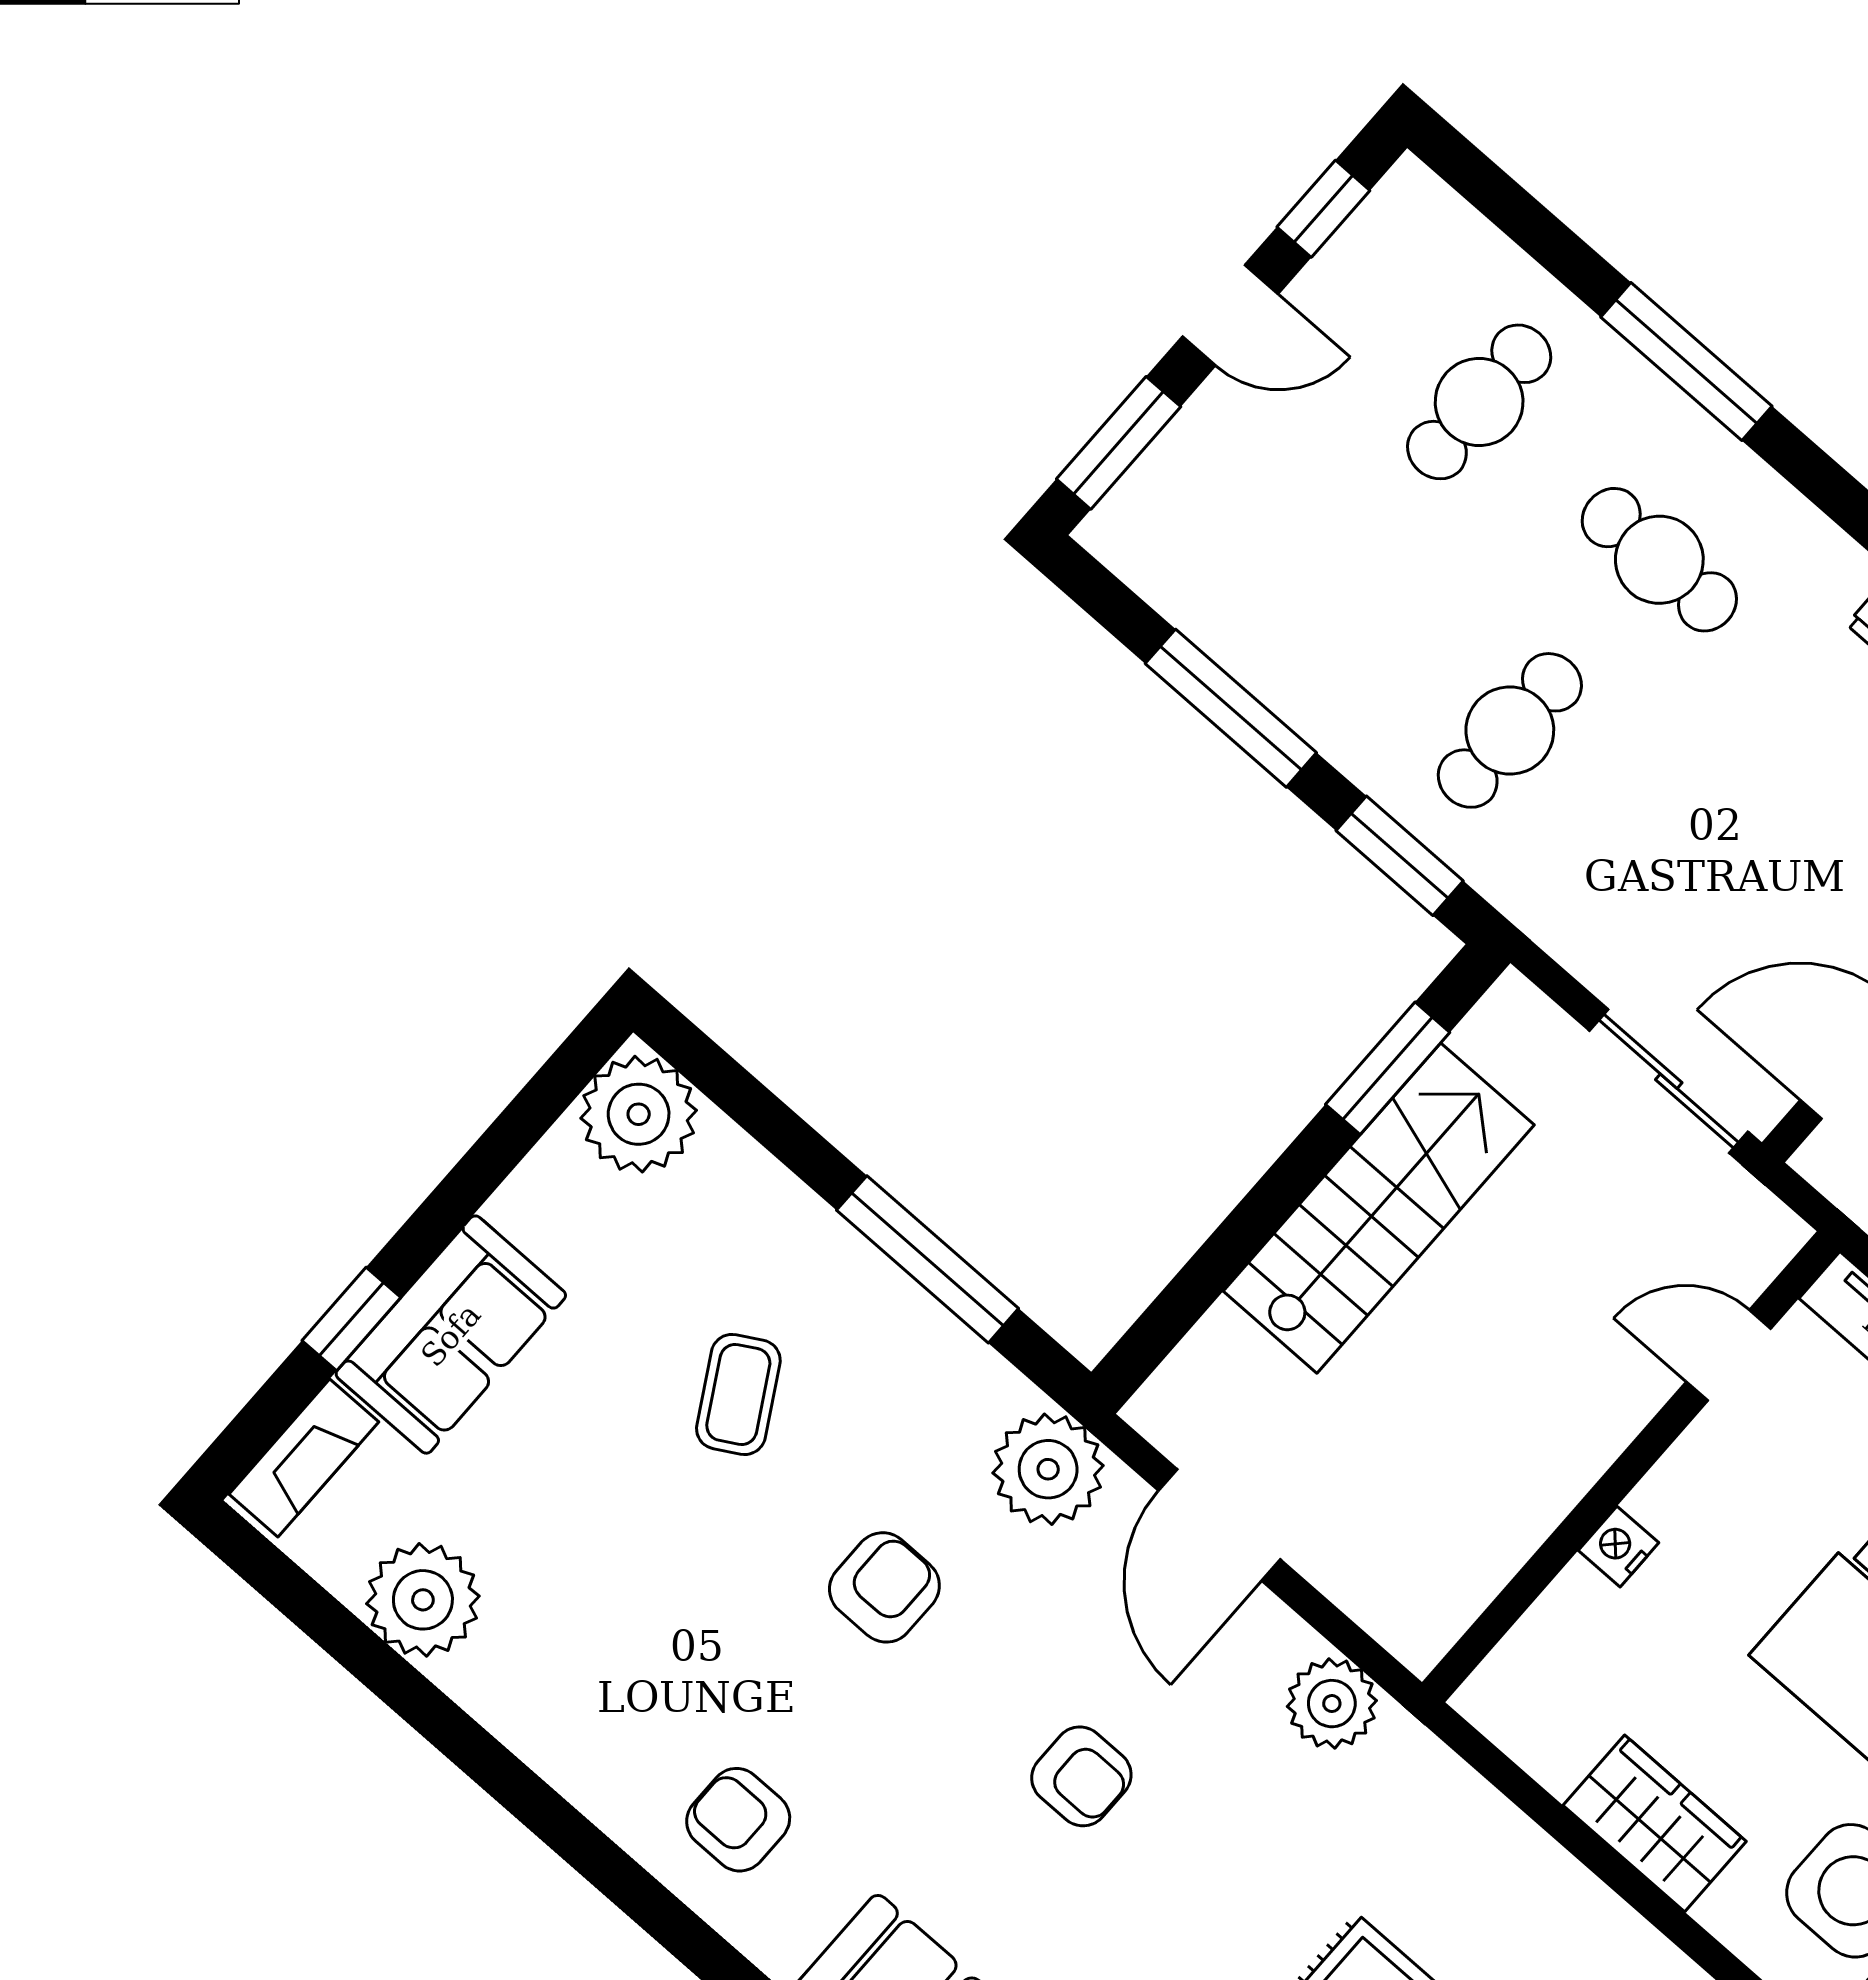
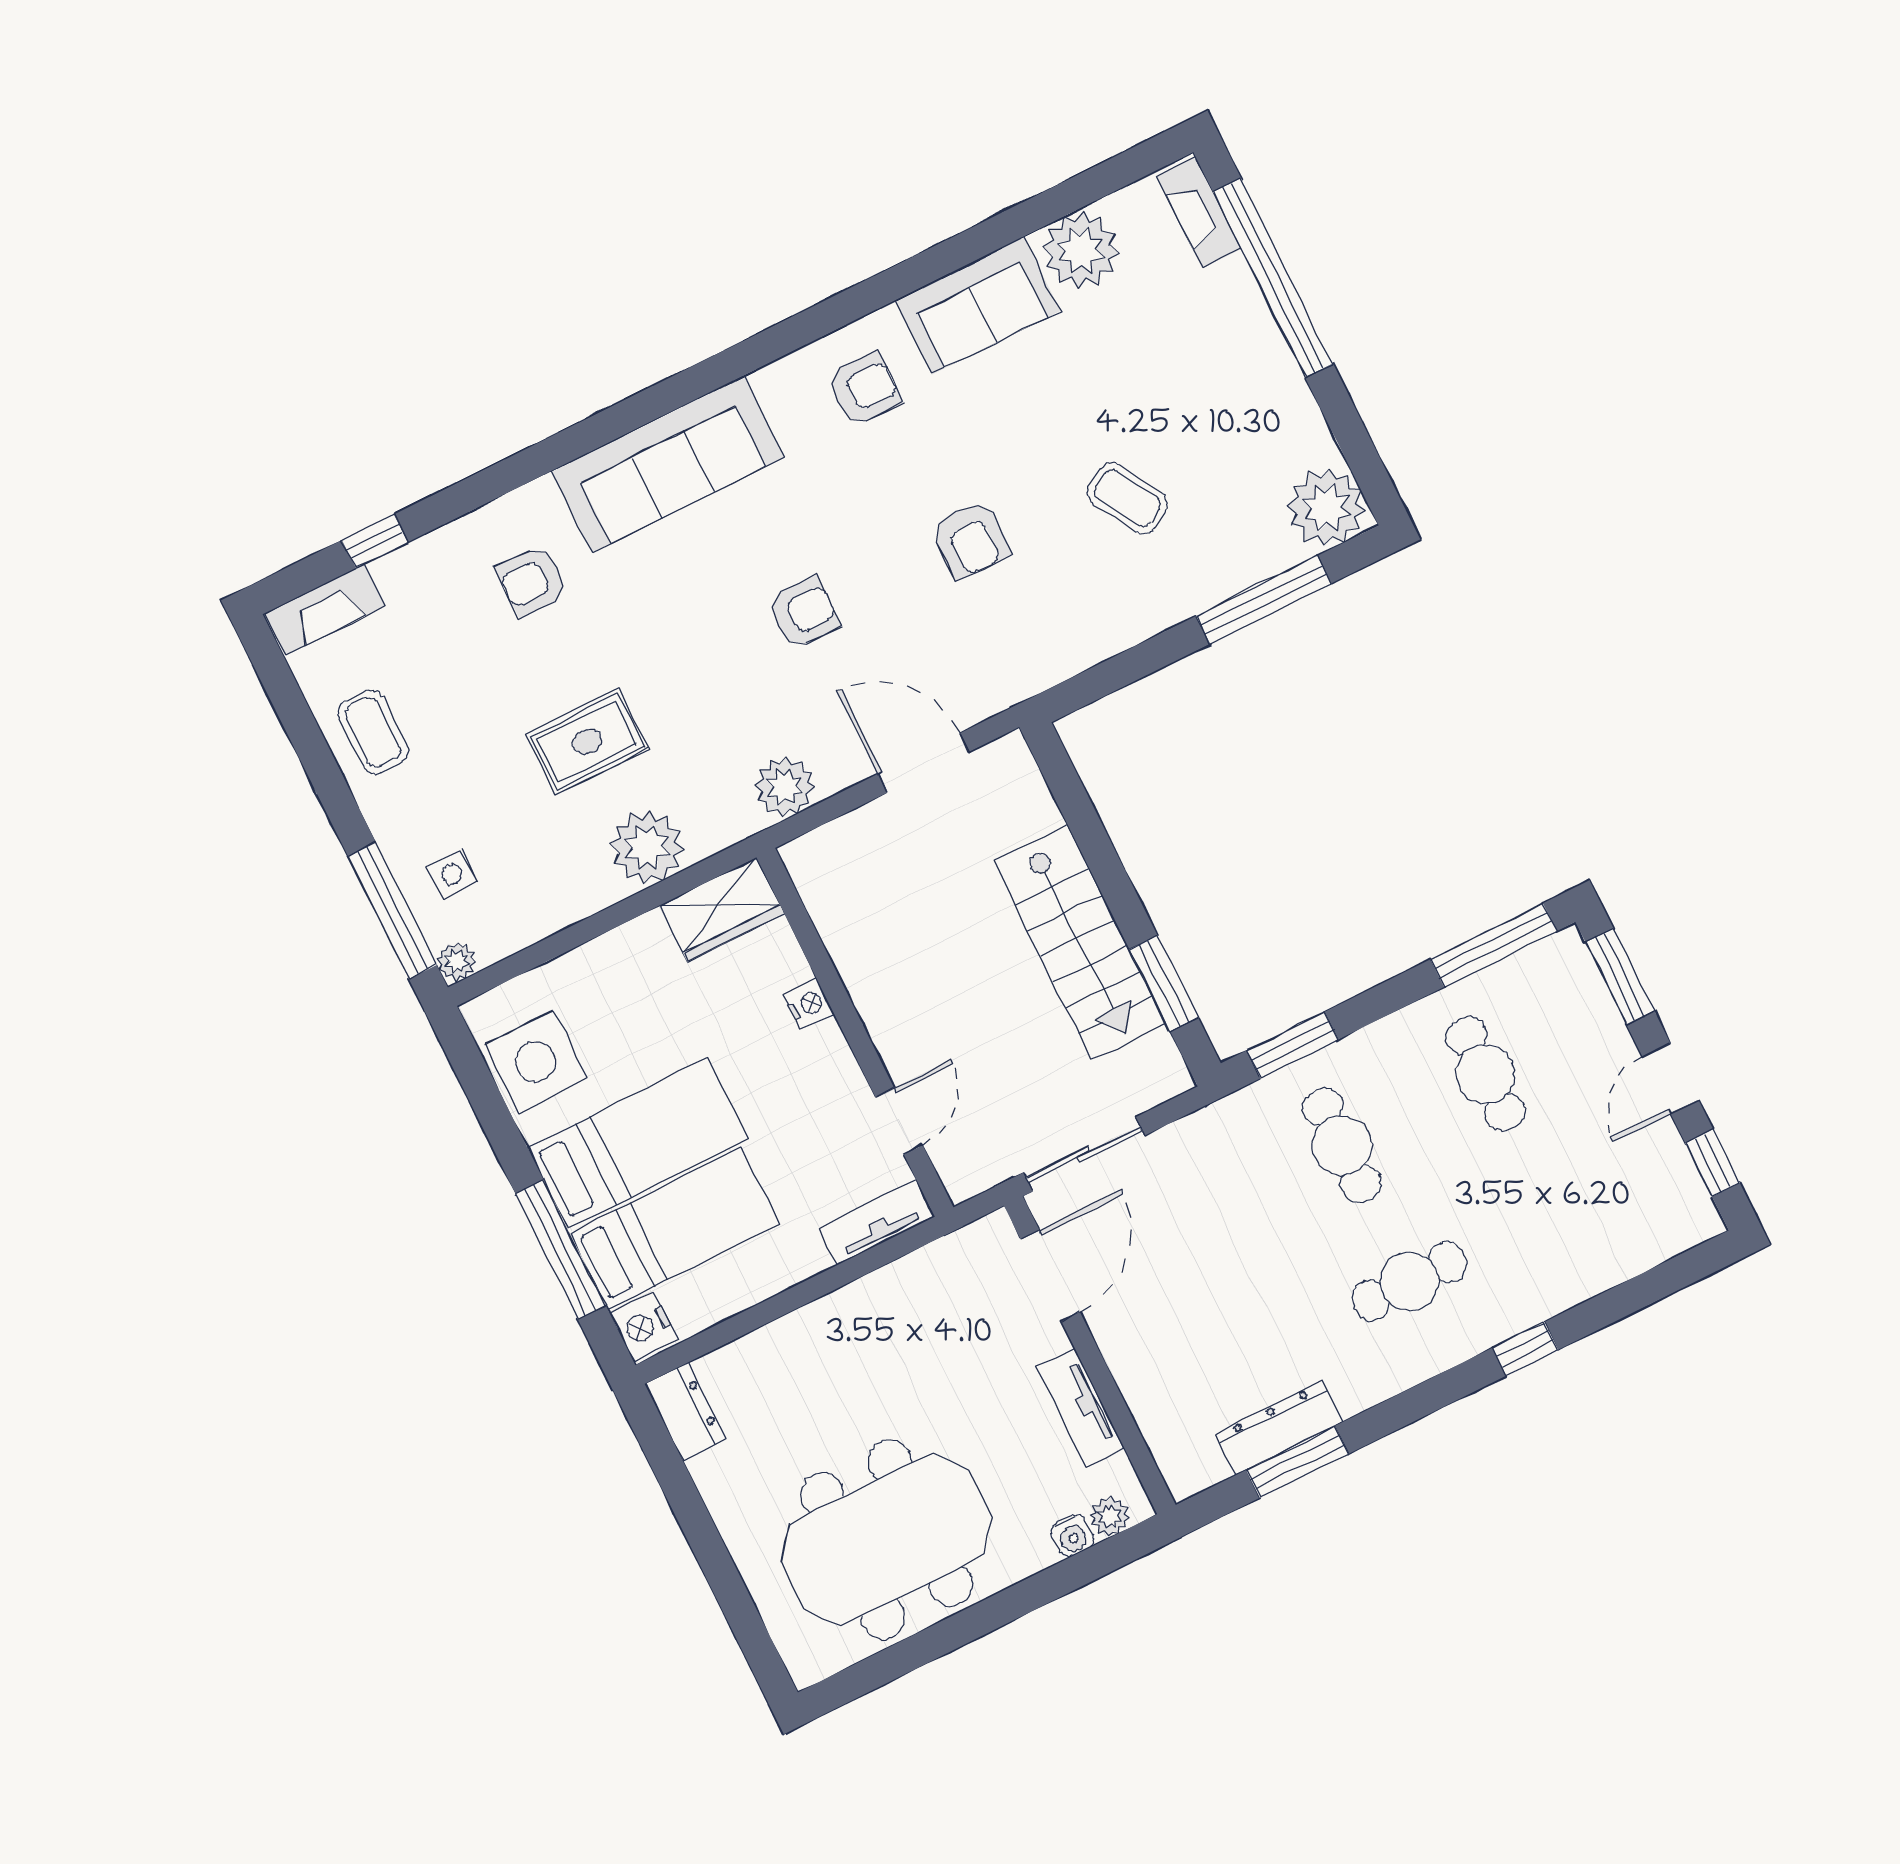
window: (1686, 362) -> (1525, 1349), width x0.46
cafe table: (1479, 402) -> (1485, 1074), moved
window: (1231, 708) -> (1494, 945), moved
window: (928, 1259) -> (1264, 600), moved
window: (351, 1319) -> (1273, 278), width x3.17
sofa: (451, 1335) -> (978, 305), moved, turned -90
plant: (1048, 1469) -> (647, 847), moved
armchair: (1081, 1776) -> (803, 613), turned 180
wardrobe: (1655, 1823) -> (722, 909), moved

